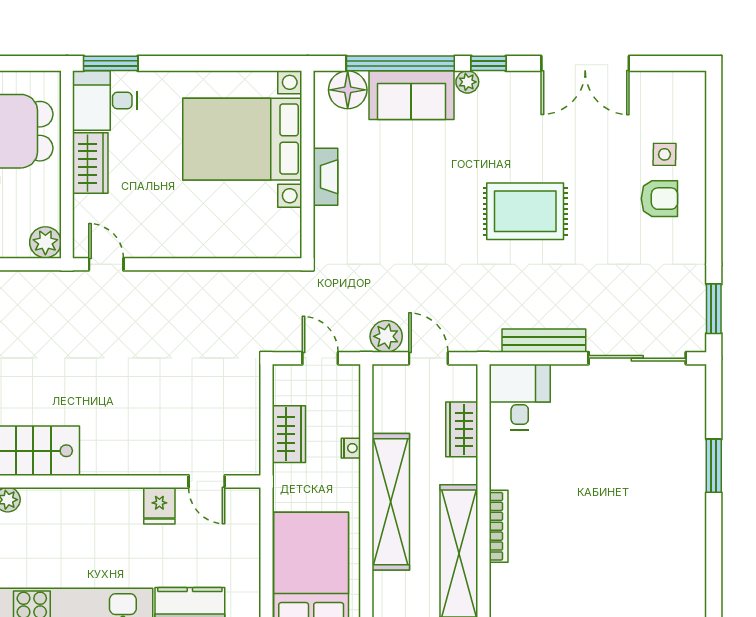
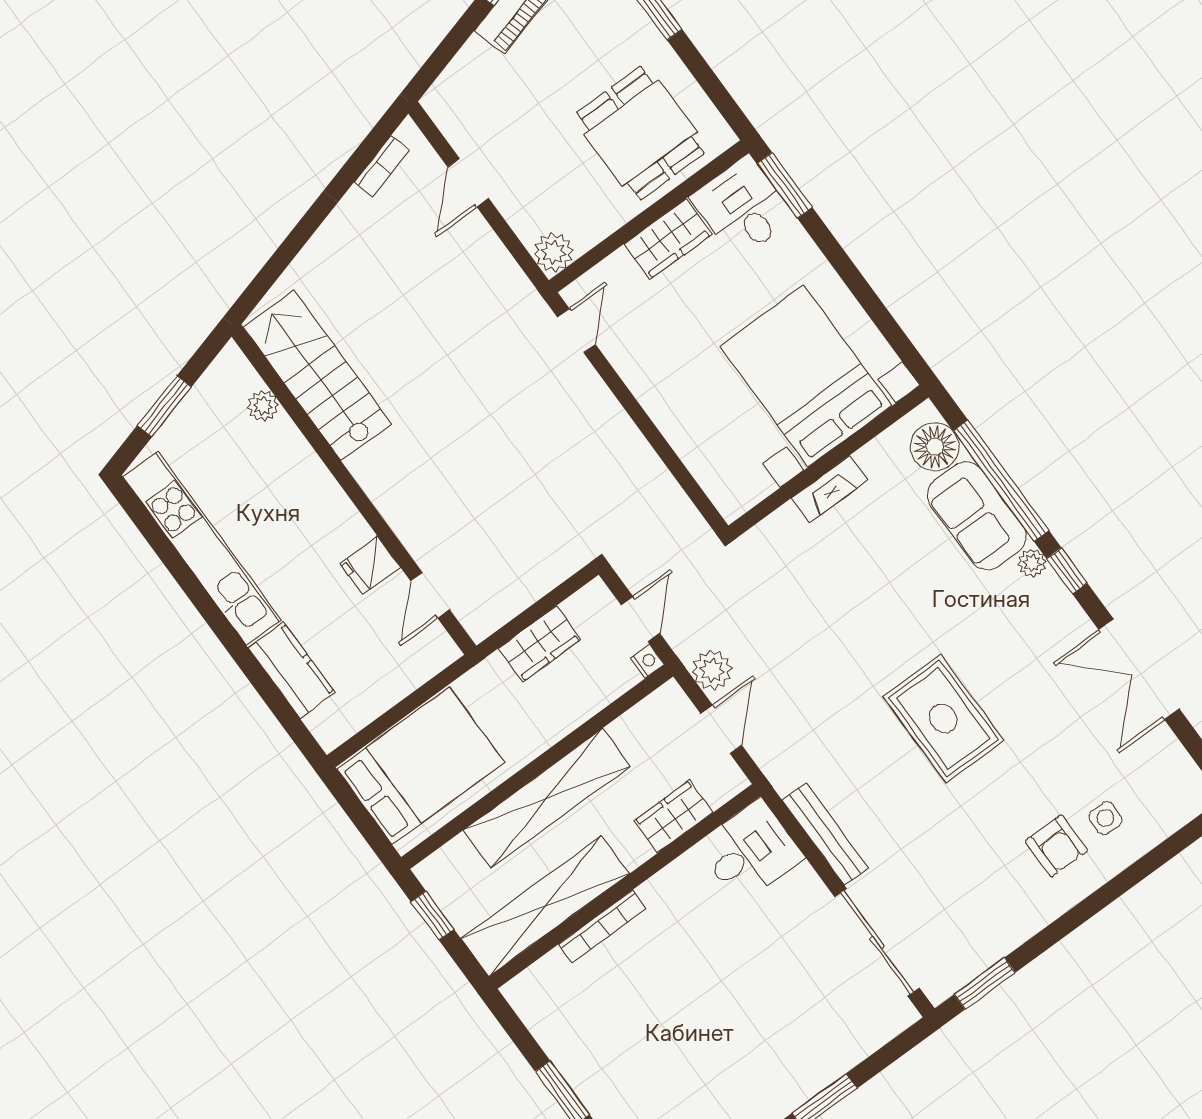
nightstand: (351, 448) -> (647, 661), moved, turned -90

